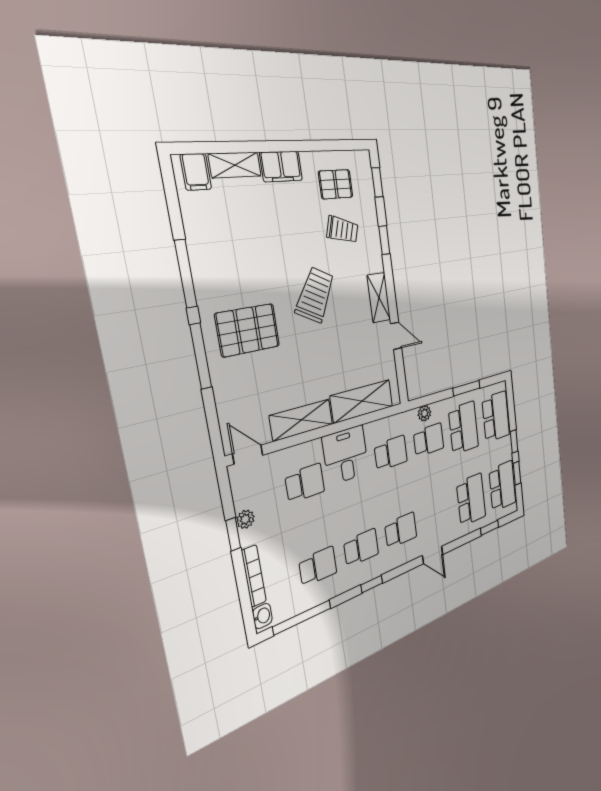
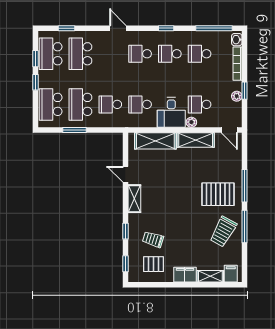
trolley: (315, 295) -> (223, 232), moved
plant: (424, 413) -> (191, 122), moved

